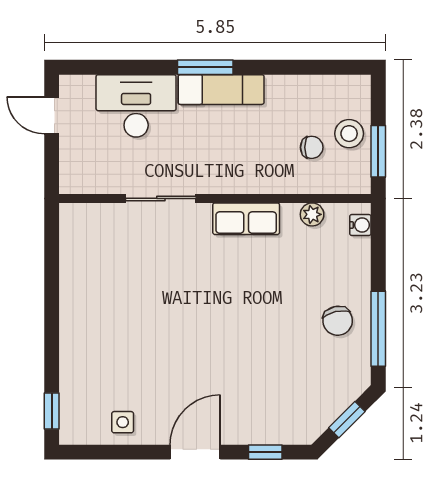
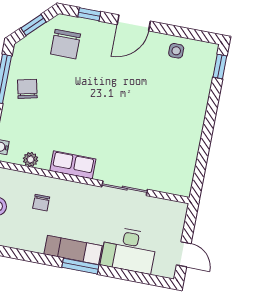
chair: (312, 147) -> (41, 203), moved, turned -90
chair: (293, 400) -> (66, 44), added

